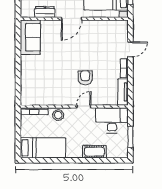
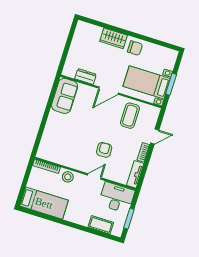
coffee table: (100, 36) -> (130, 116), added
cot: (94, 152) -> (101, 225), moved

